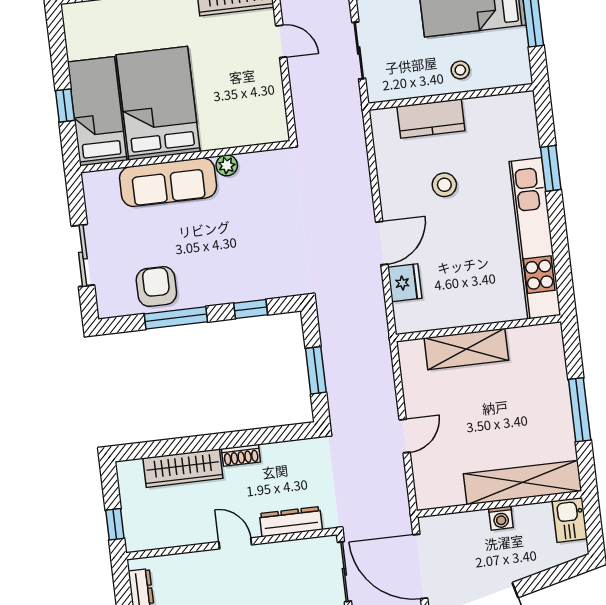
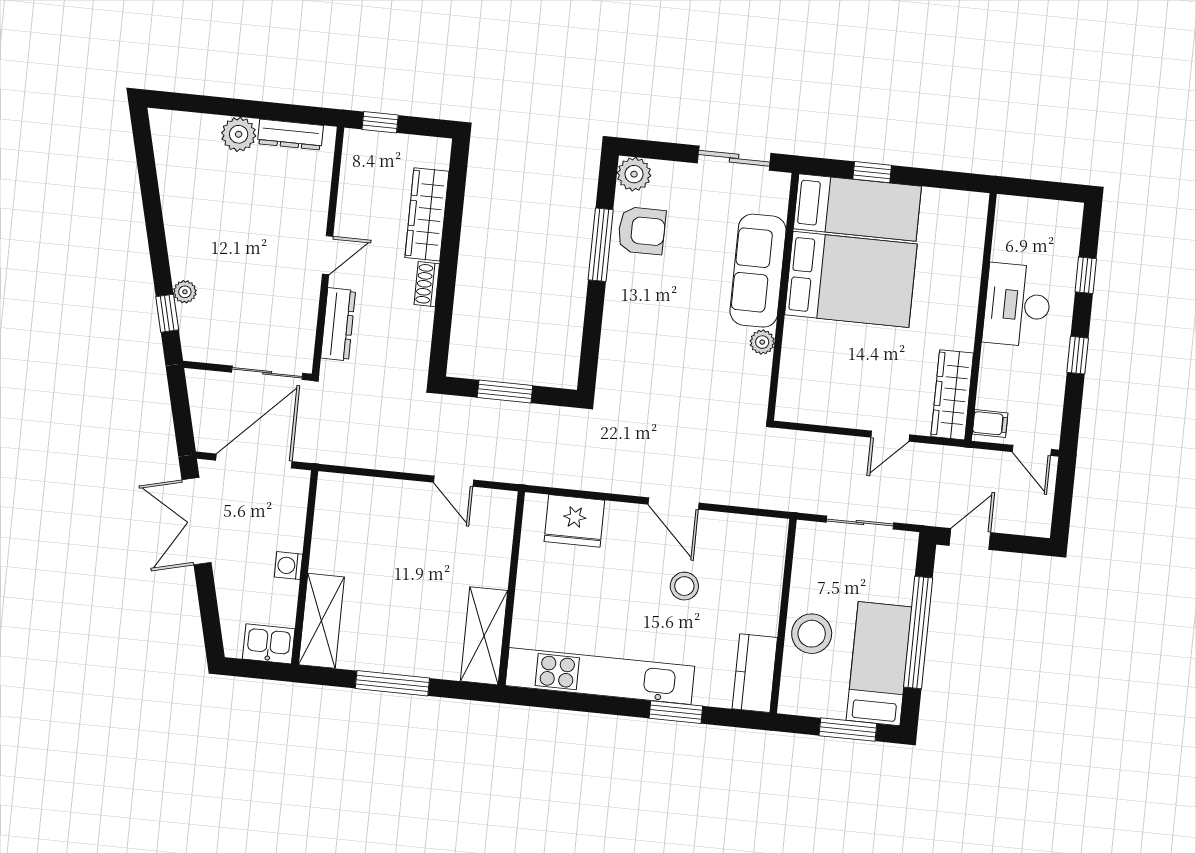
stool: (460, 70) -> (812, 634), width x1.89, depth x1.89
kitchen counter: (431, 119) -> (755, 673), moved
door: (382, 243) -> (673, 504), moved
sliding door: (83, 256) -> (734, 158), moved
fridge: (405, 283) -> (574, 521), width x1.36, depth x1.34
plant: (111, 303) -> (634, 174), added
window: (251, 309) -> (592, 333), removed
shelving: (466, 349) -> (484, 636), moved
door: (405, 436) -> (454, 481), moved
shelving: (523, 483) -> (321, 621), width x0.68

